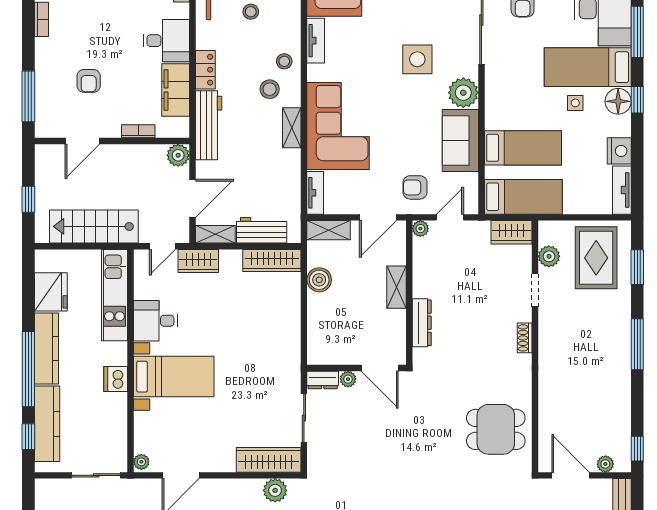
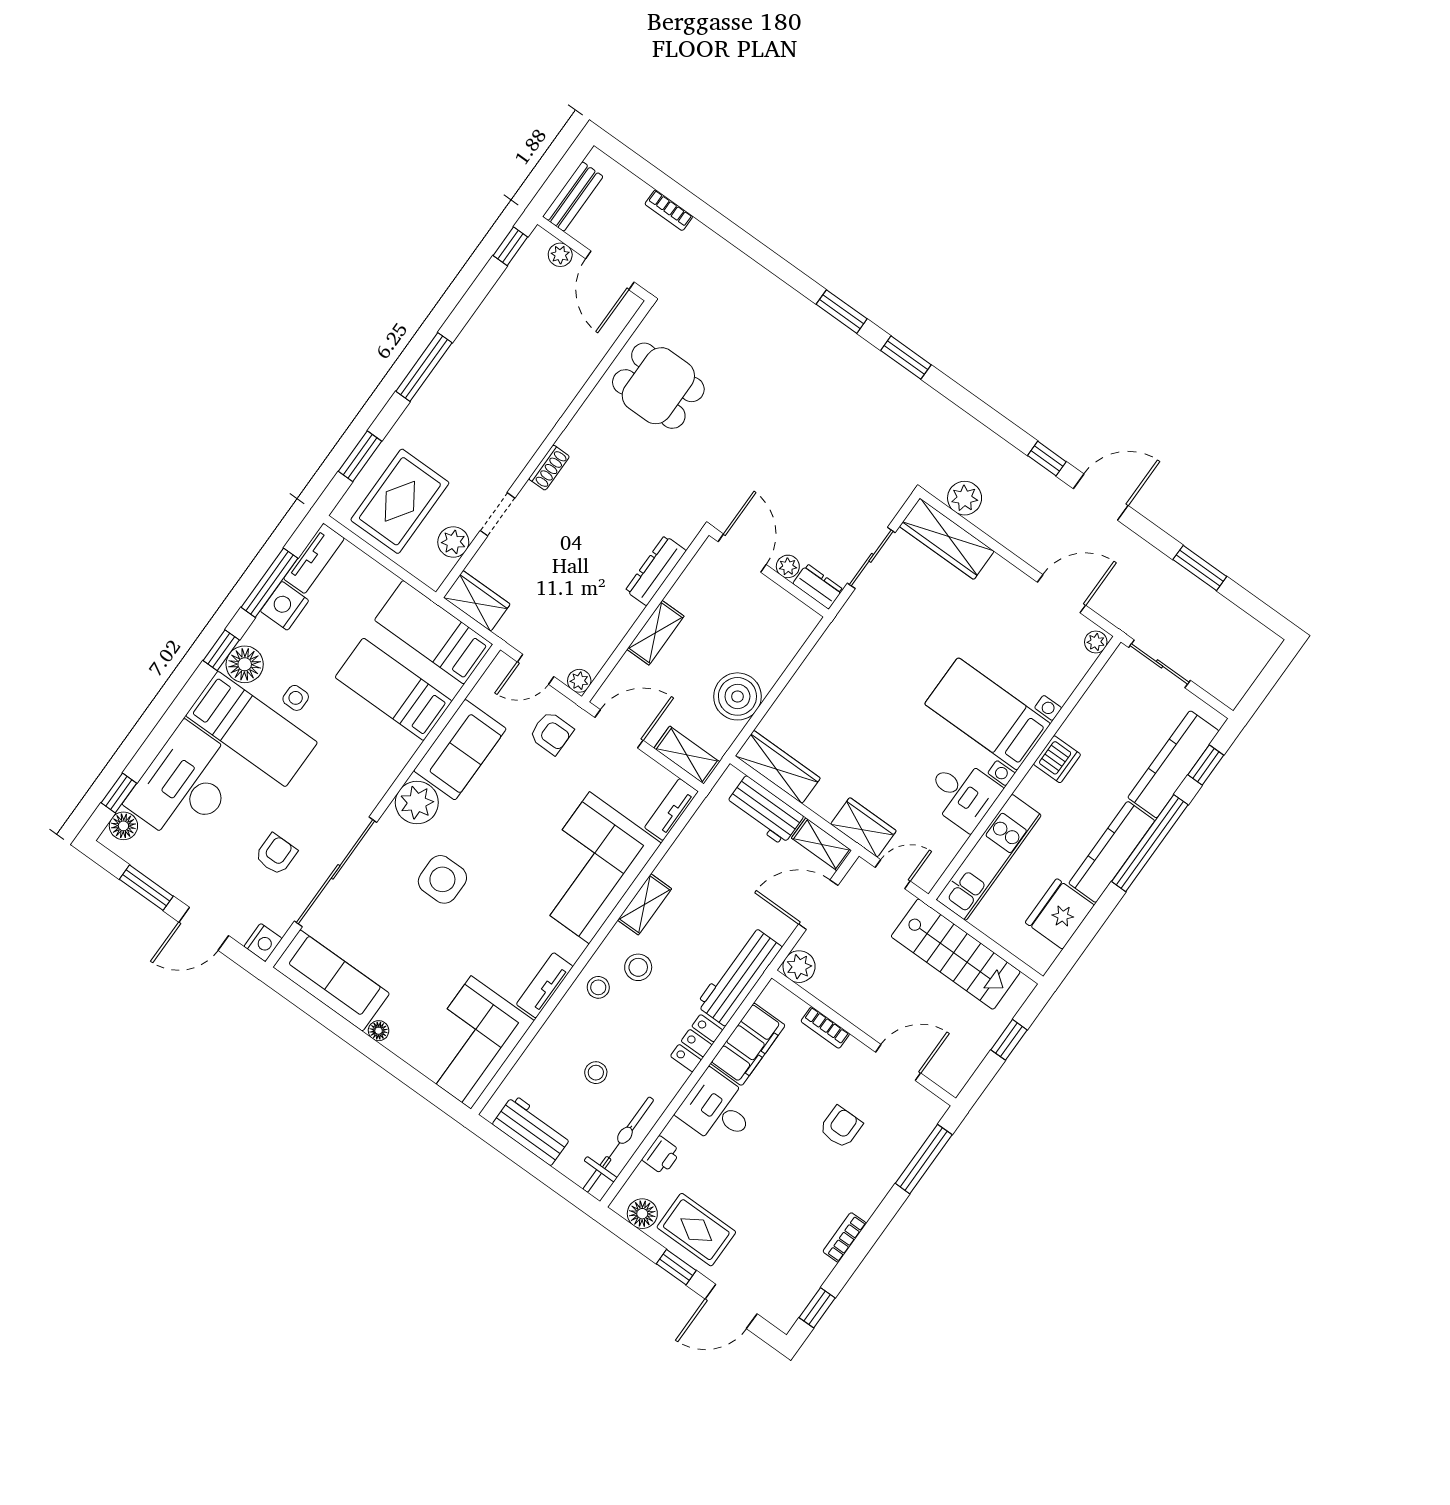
window: (637, 32) -> (269, 583), moved
boiler: (319, 280) -> (737, 696), width x1.37, depth x1.37

